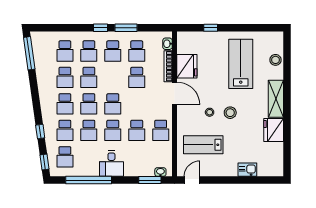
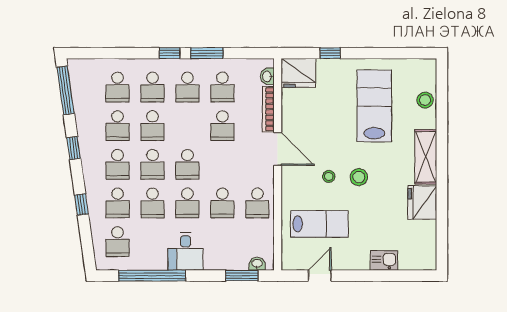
fridge: (187, 66) -> (298, 73), moved, turned 90
lab bench: (203, 145) -> (320, 224), turned 180
window: (44, 162) -> (74, 148), moved
door: (192, 180) -> (320, 276), moved

